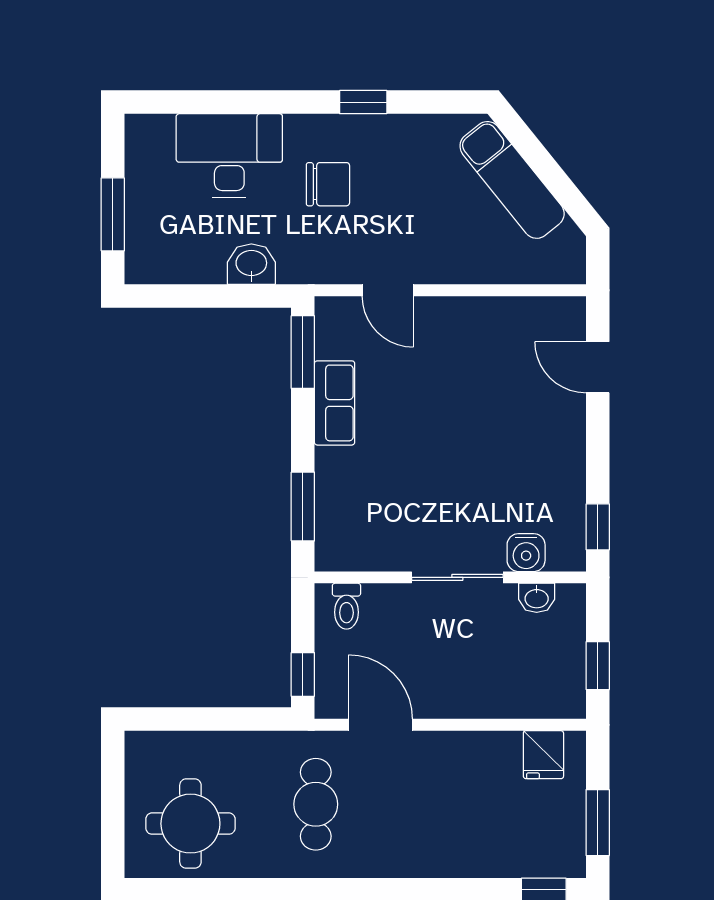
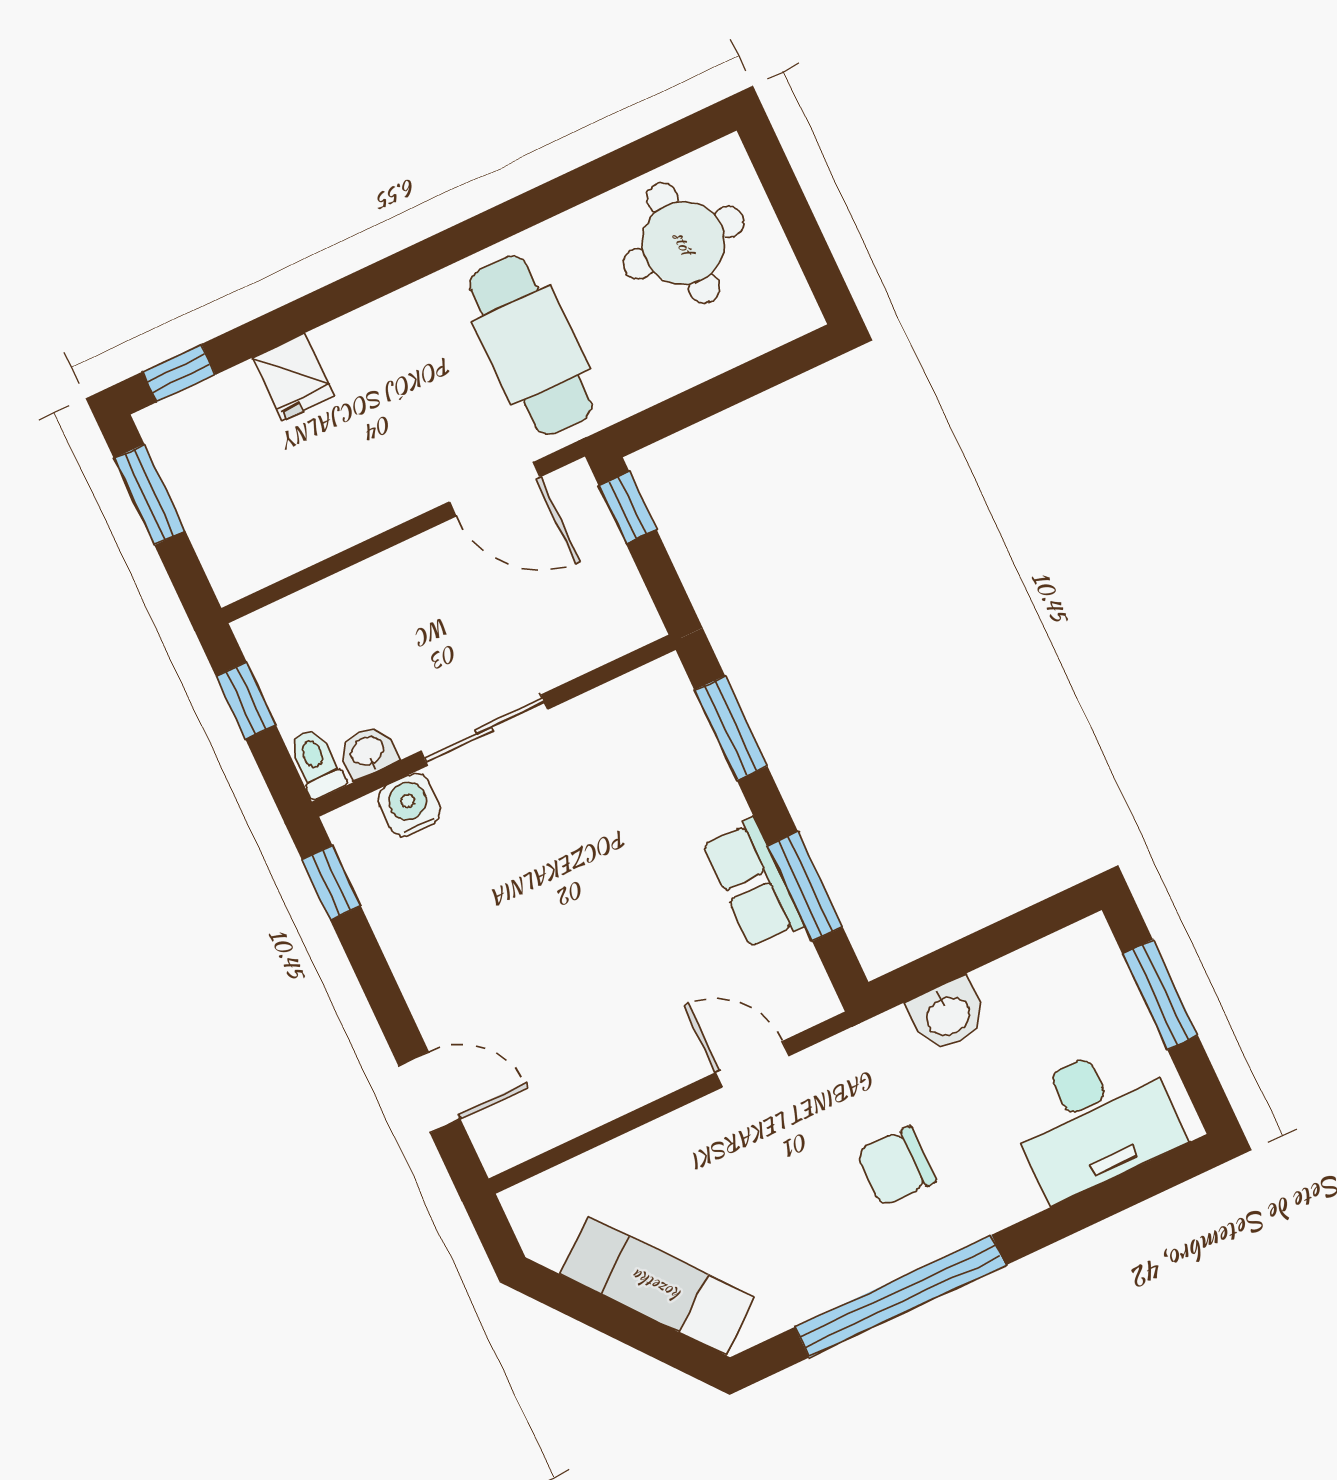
window: (363, 102) -> (900, 1296), width x3.17
desk: (229, 155) -> (1094, 1120), moved
window: (303, 352) -> (805, 886), moved
toilet: (346, 606) -> (316, 763), moved
fridge: (543, 755) -> (293, 377), moved, turned 180
cafe table: (316, 804) -> (531, 345), width x1.37, depth x1.35

